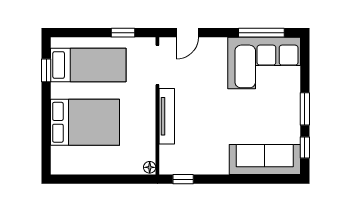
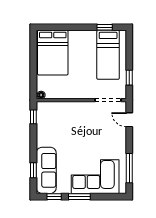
corner sofa: (264, 63) -> (95, 177), moved, turned 90
tv unit: (167, 116) -> (75, 106), removed
bed: (85, 122) -> (53, 53), moved
window: (265, 179) -> (33, 170), added

